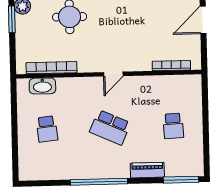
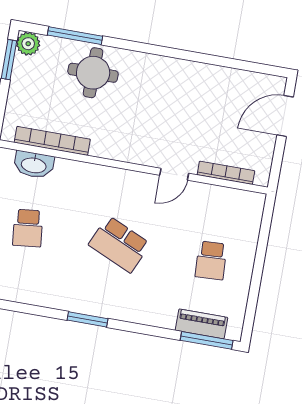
door: (113, 74) -> (174, 174), moved
piano: (147, 170) -> (201, 324), moved
window: (99, 182) -> (87, 319), width x0.47

